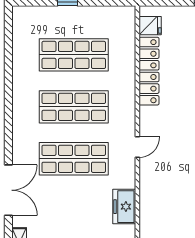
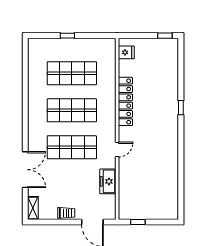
locker: (149, 71) -> (125, 101), moved
door: (137, 147) -> (117, 150), moved

